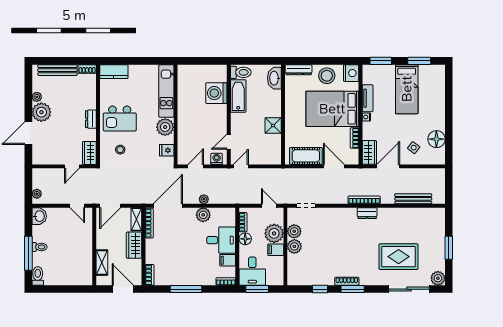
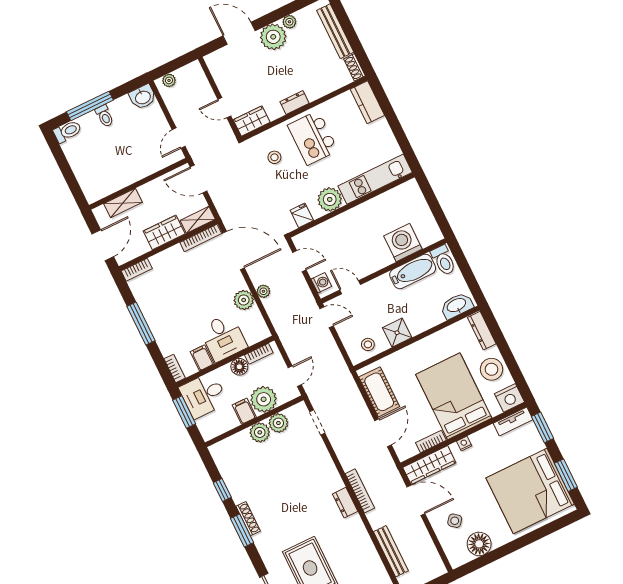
bed: (407, 89) -> (530, 491), width x2.04
tv unit: (368, 98) -> (513, 421), moved
stool: (271, 148) -> (368, 344), added
wardrobe: (369, 152) -> (429, 465), width x1.50

